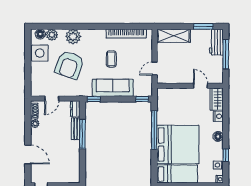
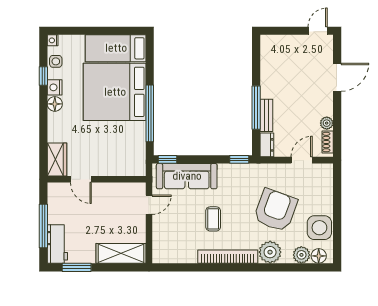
bookcase: (126, 34) -> (228, 257), moved
sofa: (113, 88) -> (187, 176), moved
nightstand: (218, 116) -> (55, 87), moved
door: (28, 154) -> (337, 77), swing flipped

